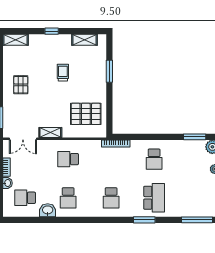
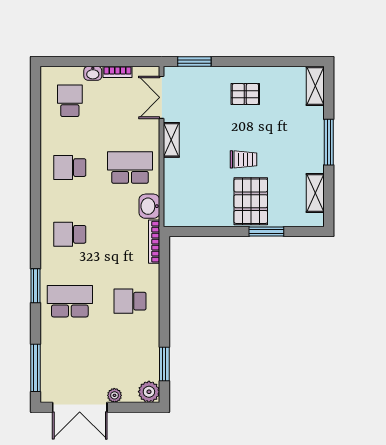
window: (52, 31) -> (329, 142), width x2.17
trolley: (63, 73) -> (243, 159), moved
pallet: (86, 114) -> (251, 201), moved
school desk: (68, 159) -> (130, 168), width x1.85
school desk: (154, 198) -> (70, 301), turned 180
washbasin: (48, 210) -> (149, 206), moved, turned 180

